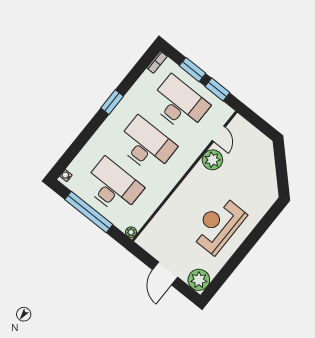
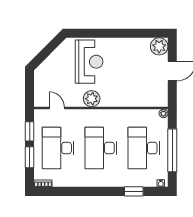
window: (112, 102) -> (134, 191), moved
door: (219, 134) -> (57, 108), hinge flipped
plant: (212, 160) -> (92, 99), moved
reception desk: (218, 225) -> (89, 62), moved, turned -90

